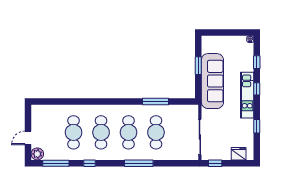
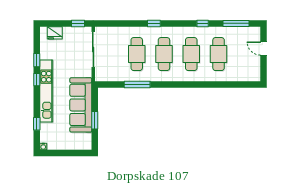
window: (257, 89) -> (37, 80), moved
kitchen unit: (247, 95) -> (46, 91), width x1.36
door: (28, 138) -> (264, 48), swing flipped
plant: (37, 154) -> (254, 33), removed
window: (139, 163) -> (154, 23), width x0.46

